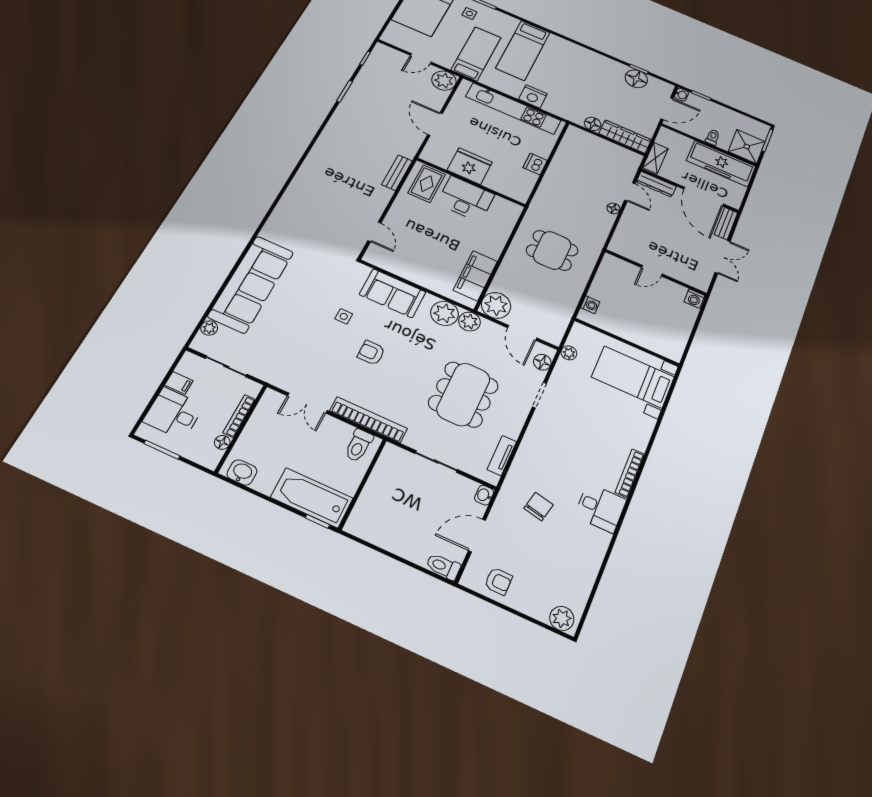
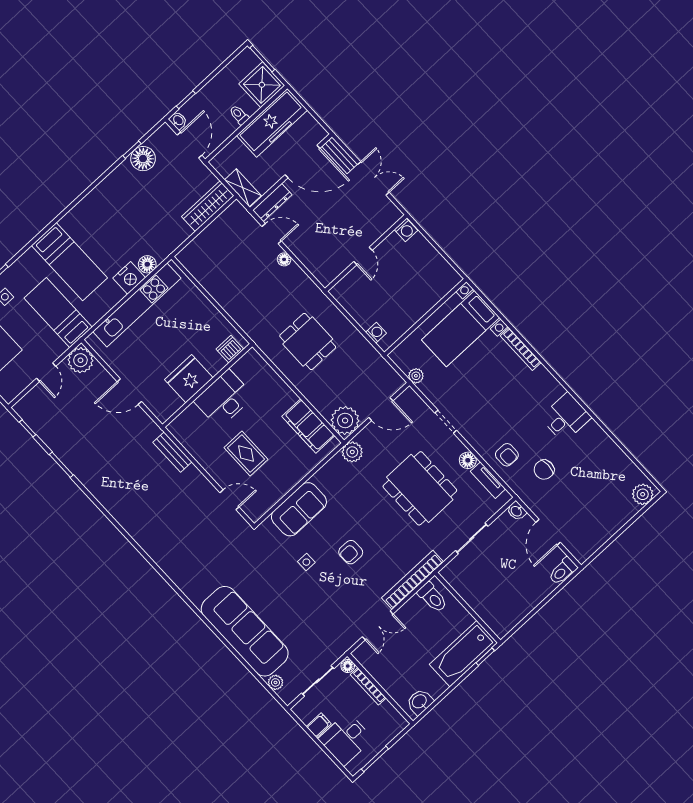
floor lamp: (593, 124) -> (147, 264), moved
dishwasher: (535, 164) -> (230, 349), moved, turned 90
rug: (427, 184) -> (246, 454), moved
dining table: (552, 250) -> (308, 341), turned 90
plant: (444, 313) -> (336, 471), removed
floor lamp: (542, 362) -> (468, 460), moved
floor lamp: (222, 442) -> (348, 666), moved
bookcase: (630, 473) -> (521, 349), moved
chair: (539, 506) -> (544, 470), turned -102
armchair: (498, 581) -> (507, 455), moved, turned 90

